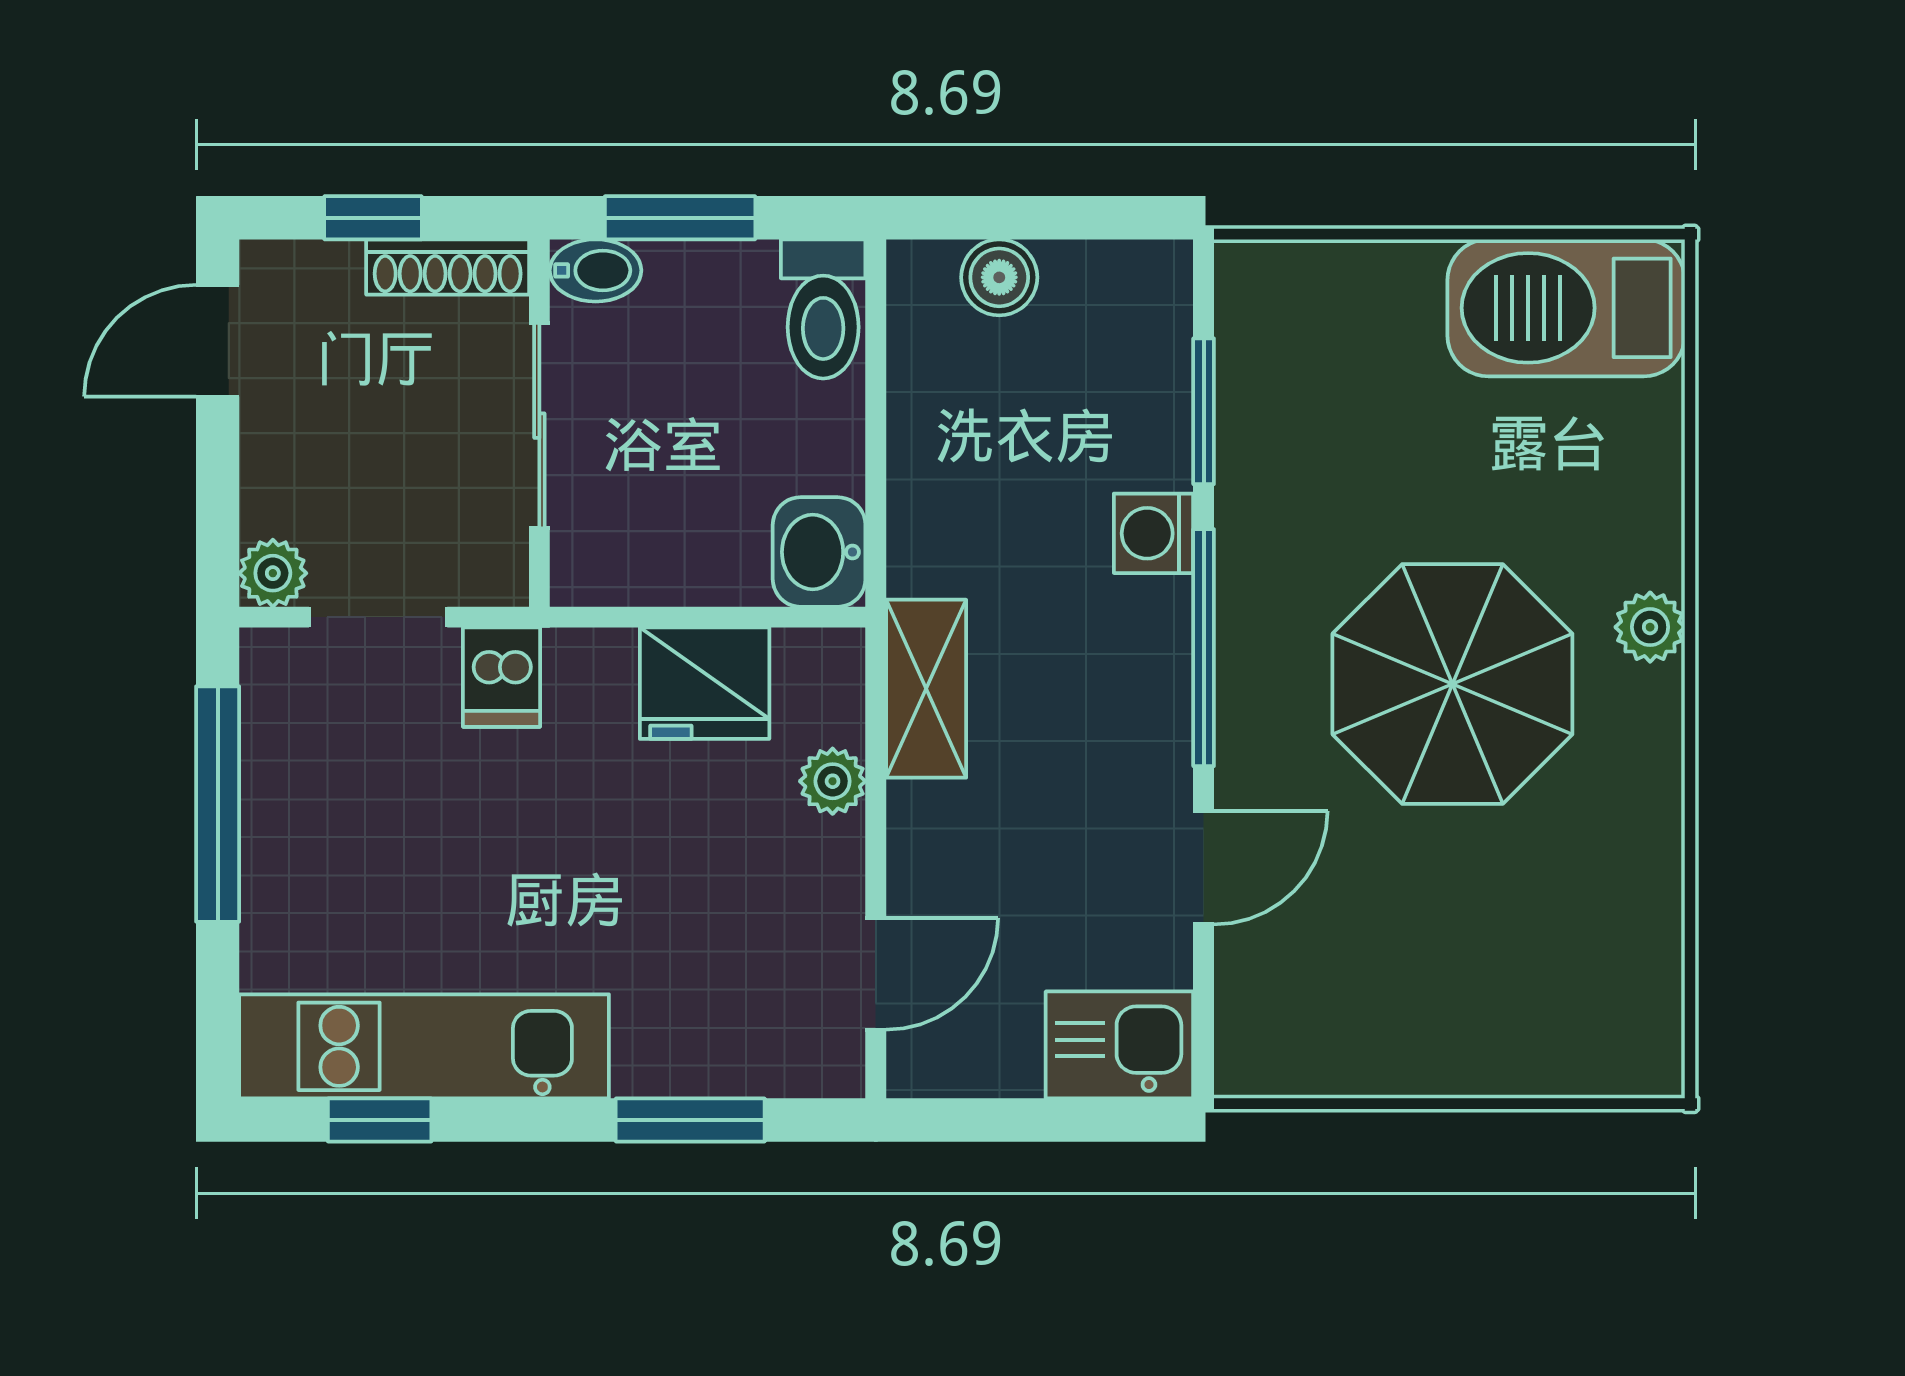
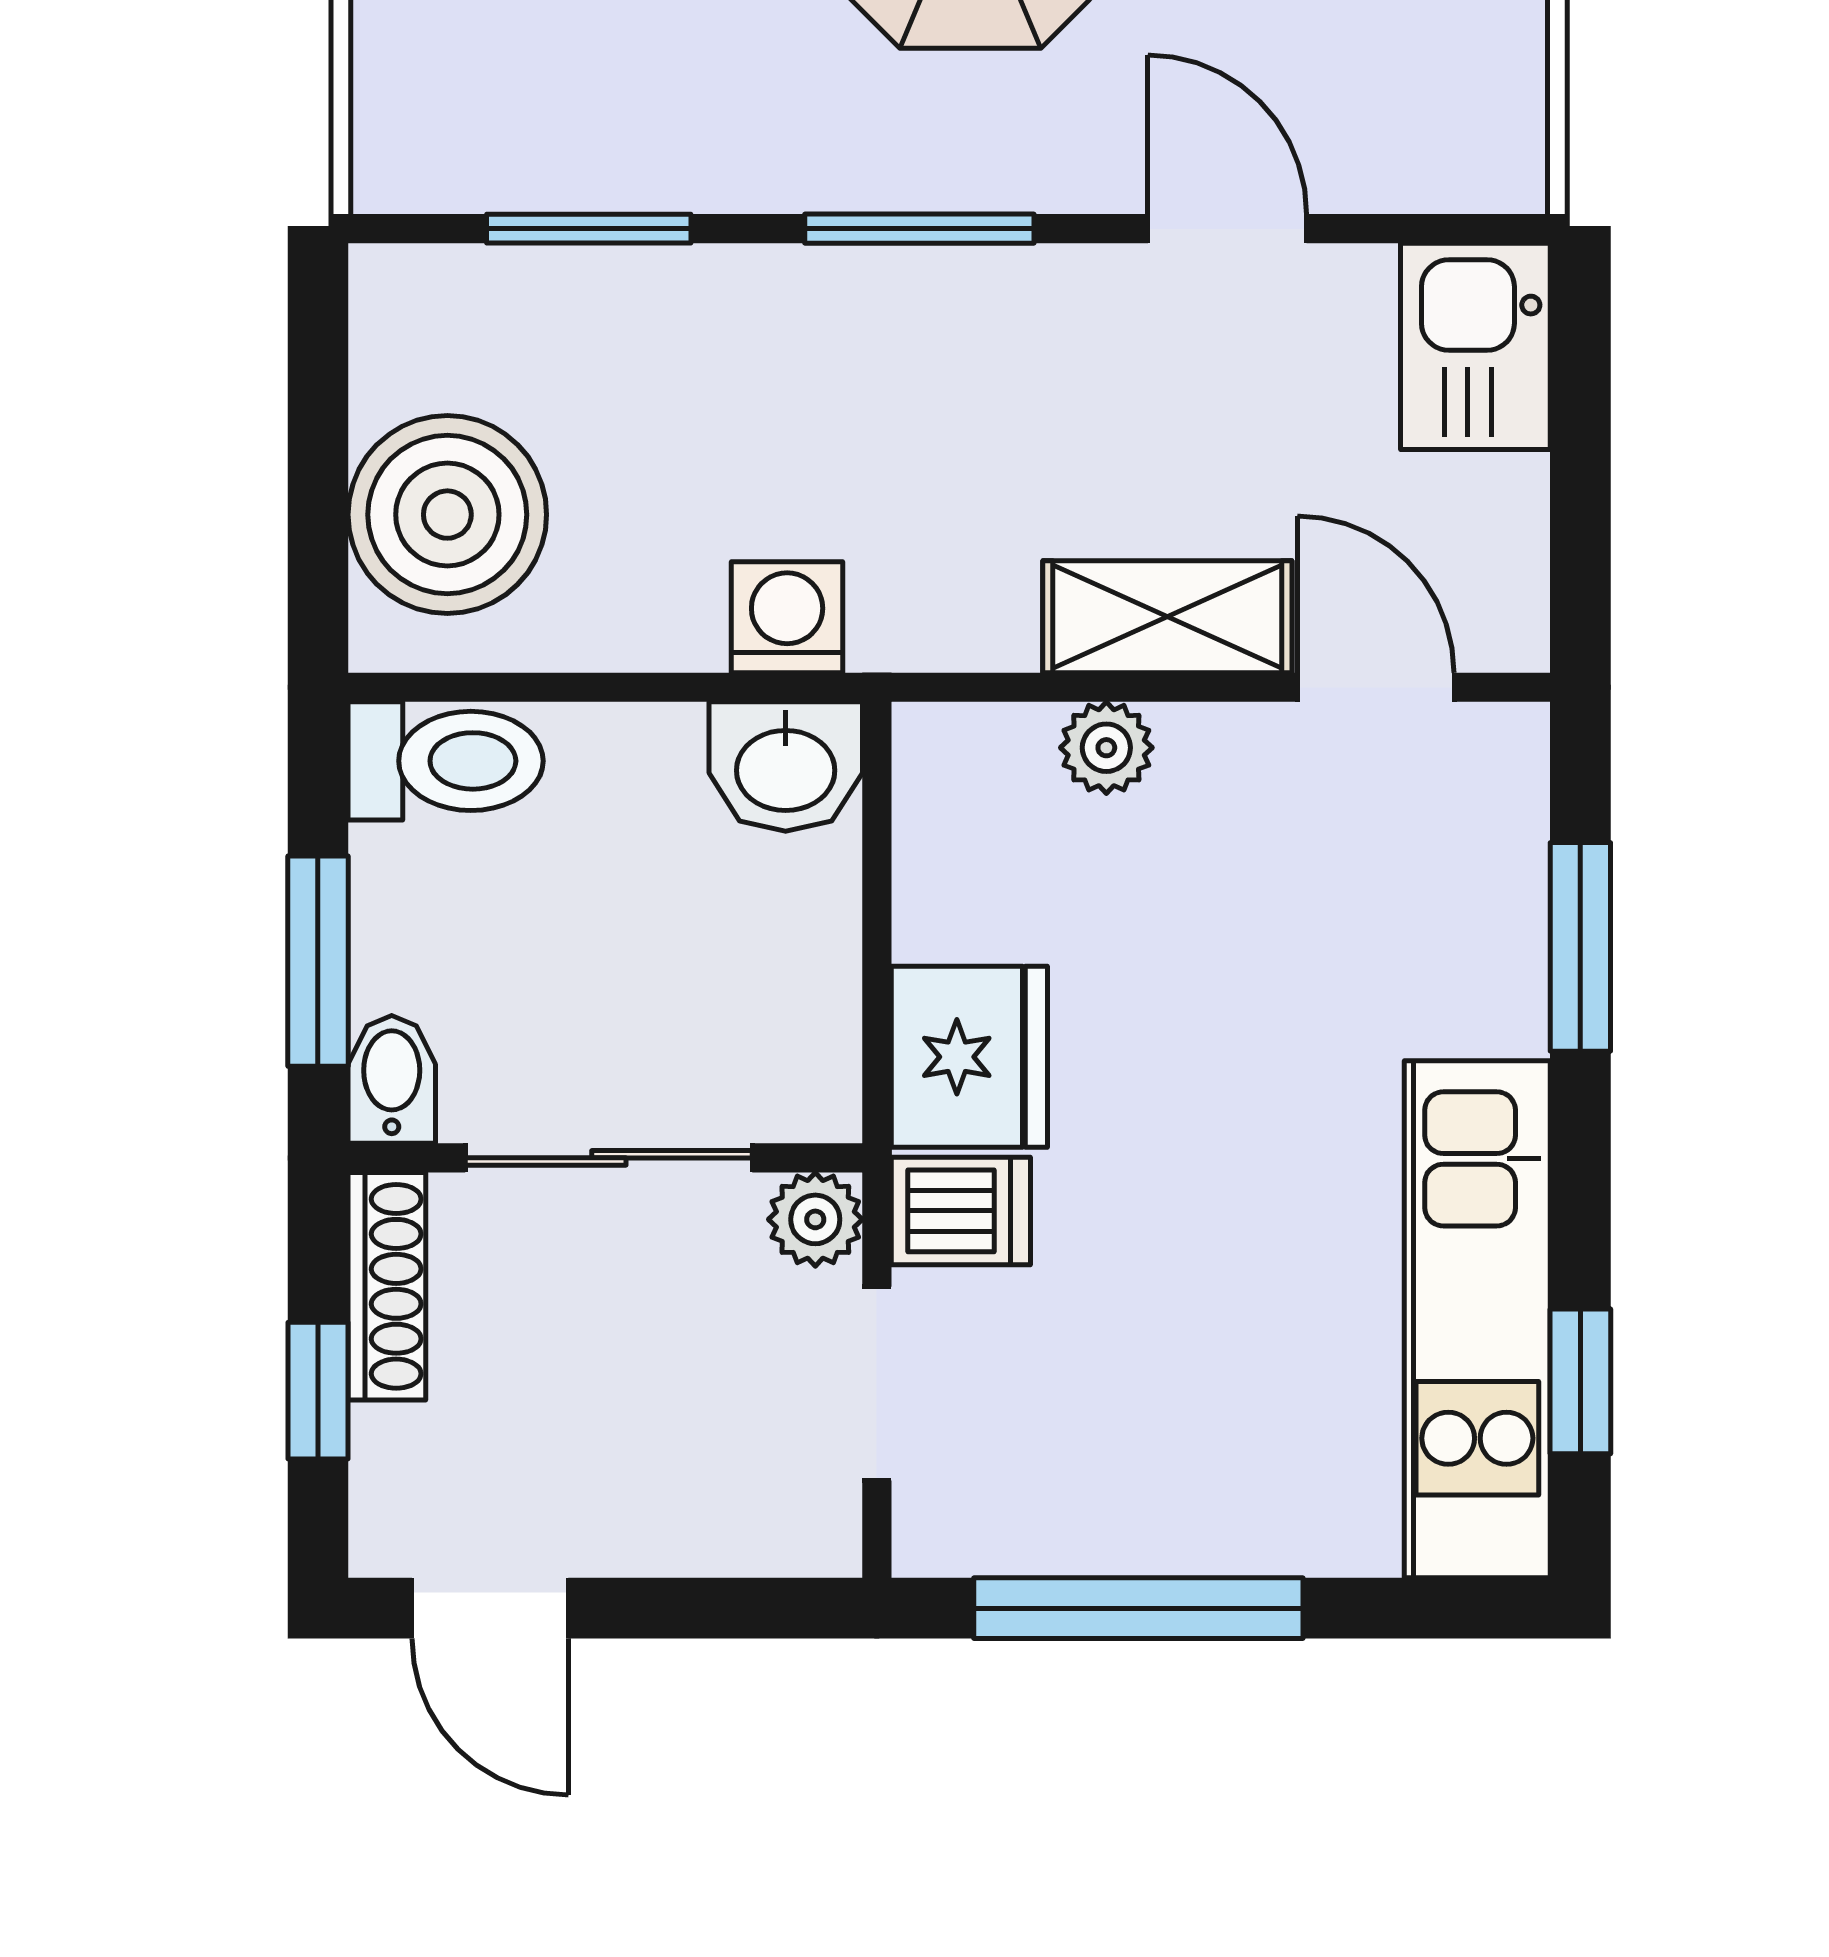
boiler: (999, 277) -> (447, 515), width x1.86, depth x1.86
washing machine: (1153, 533) -> (787, 617), moved, turned 180
plant: (273, 573) -> (815, 1219), moved
window: (1204, 648) -> (919, 229), width x0.69
fridge: (705, 683) -> (969, 1057), moved
shelving: (926, 689) -> (1167, 617), moved

